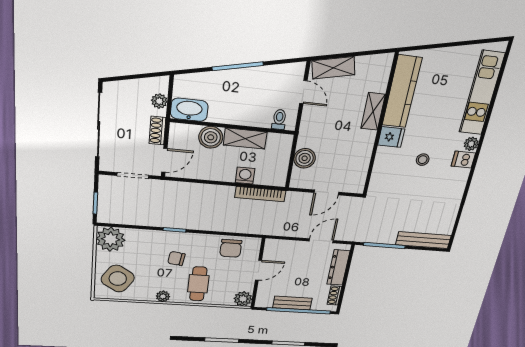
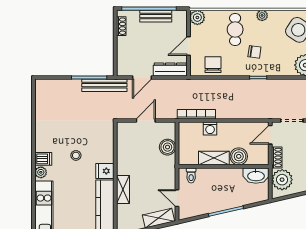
plant: (159, 101) -> (282, 180), width x1.88, depth x1.88
bench: (423, 240) -> (104, 85), moved
dresser: (338, 268) -> (170, 69), moved, turned -90

